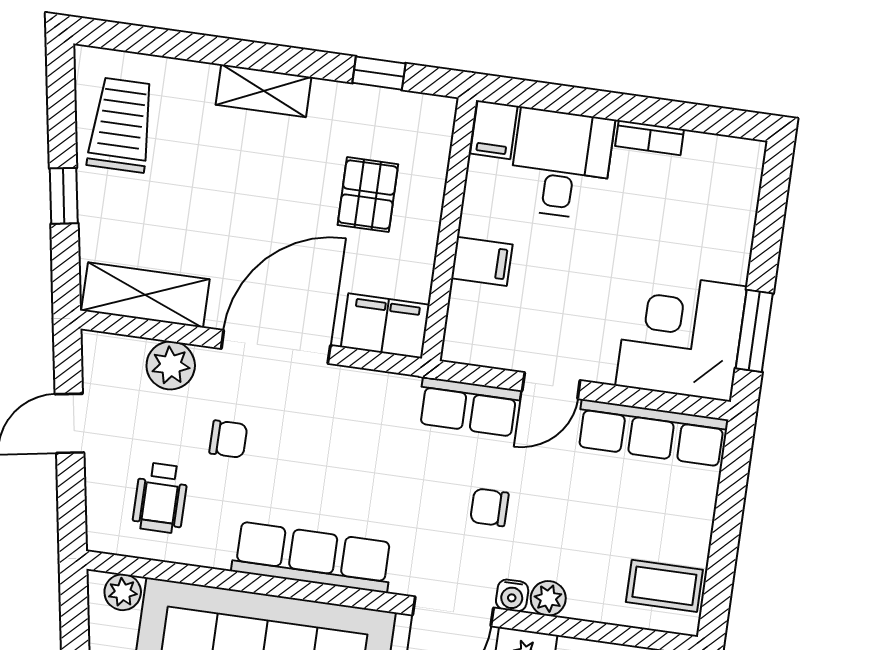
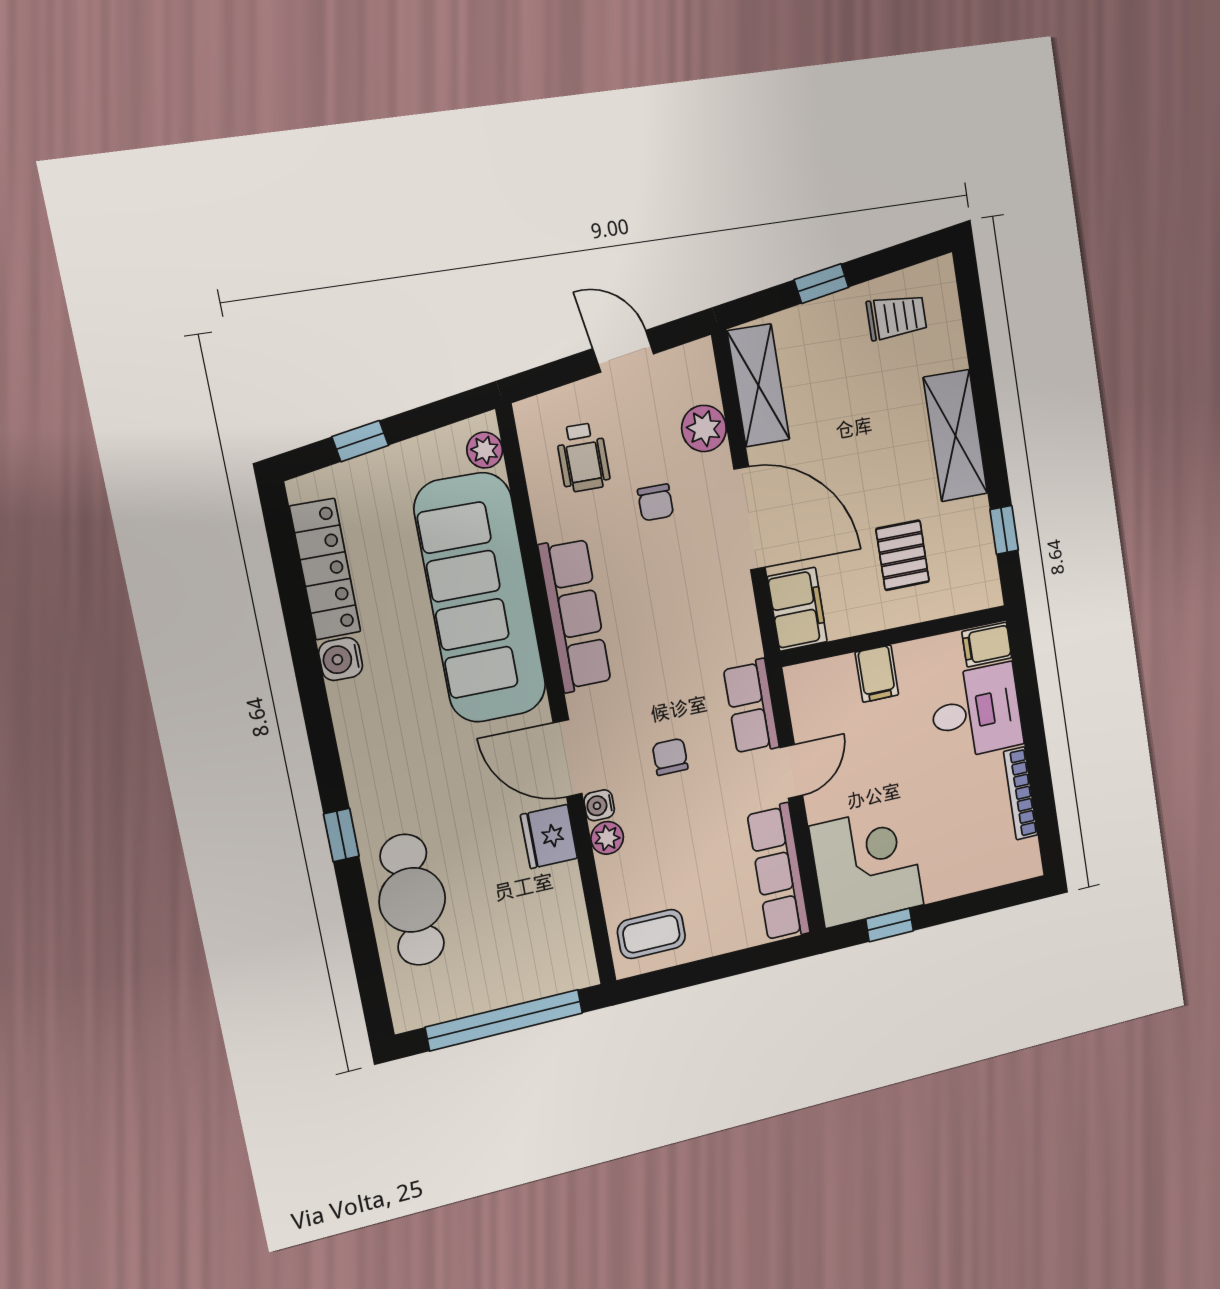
shelving: (264, 91) -> (955, 436), width x1.50, depth x1.33
trolley: (121, 125) -> (897, 317), width x0.73, depth x0.72
bookcase: (650, 138) -> (1021, 793), width x1.56
pallet: (368, 195) -> (903, 555), turned 90
window: (754, 331) -> (890, 925), width x0.67
door: (551, 386) -> (791, 772), swing flipped
wheelchair: (160, 498) -> (583, 457), turned -90
coffee table: (664, 586) -> (651, 934), turned 90

